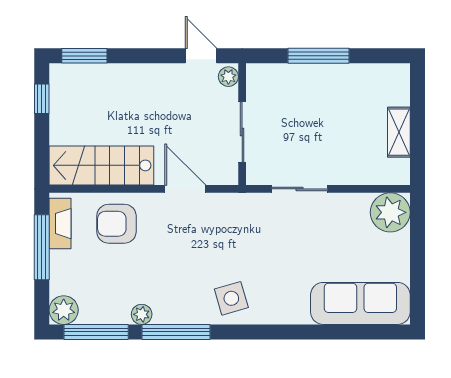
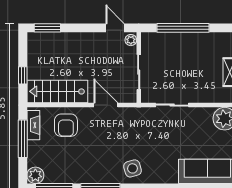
window: (318, 56) -> (183, 28), width x1.46
window: (42, 99) -> (23, 75), moved
armchair: (116, 224) -> (66, 125), turned -90
plant: (142, 314) -> (81, 178), removed

